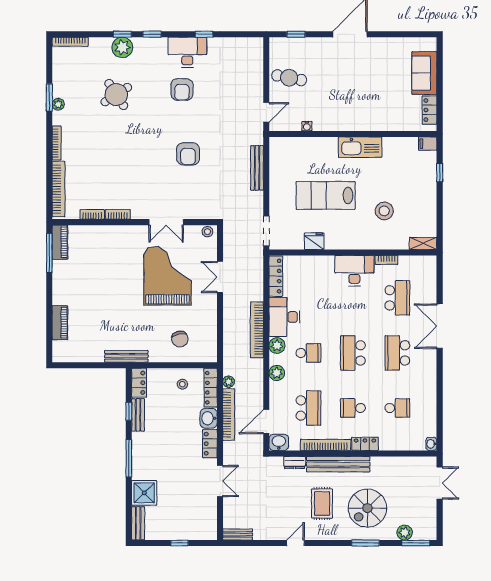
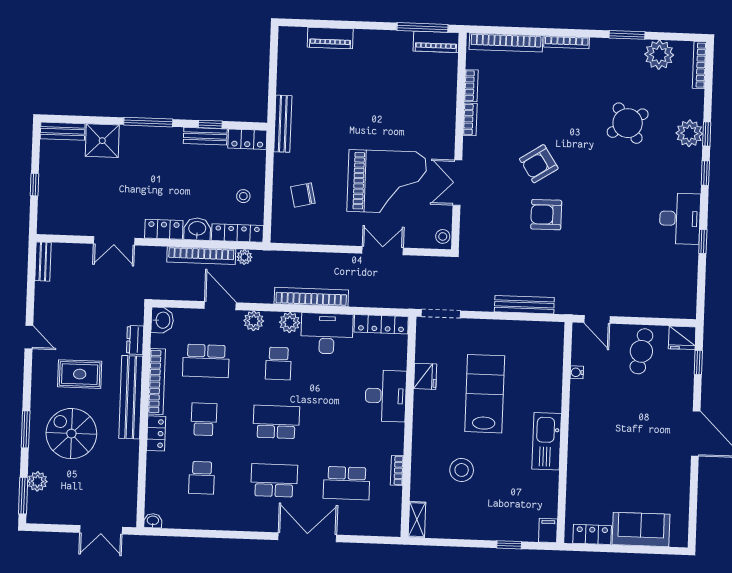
fridge: (278, 47) -> (682, 338), added
armchair: (182, 89) -> (539, 164), moved, turned -33
plant: (58, 104) -> (659, 55), moved, width x1.88, depth x1.88
desk: (354, 271) -> (386, 396), moved
door: (266, 422) -> (220, 306), moved

